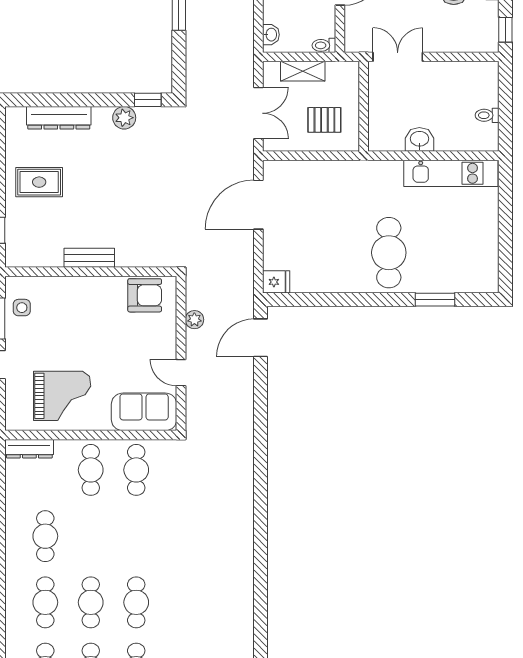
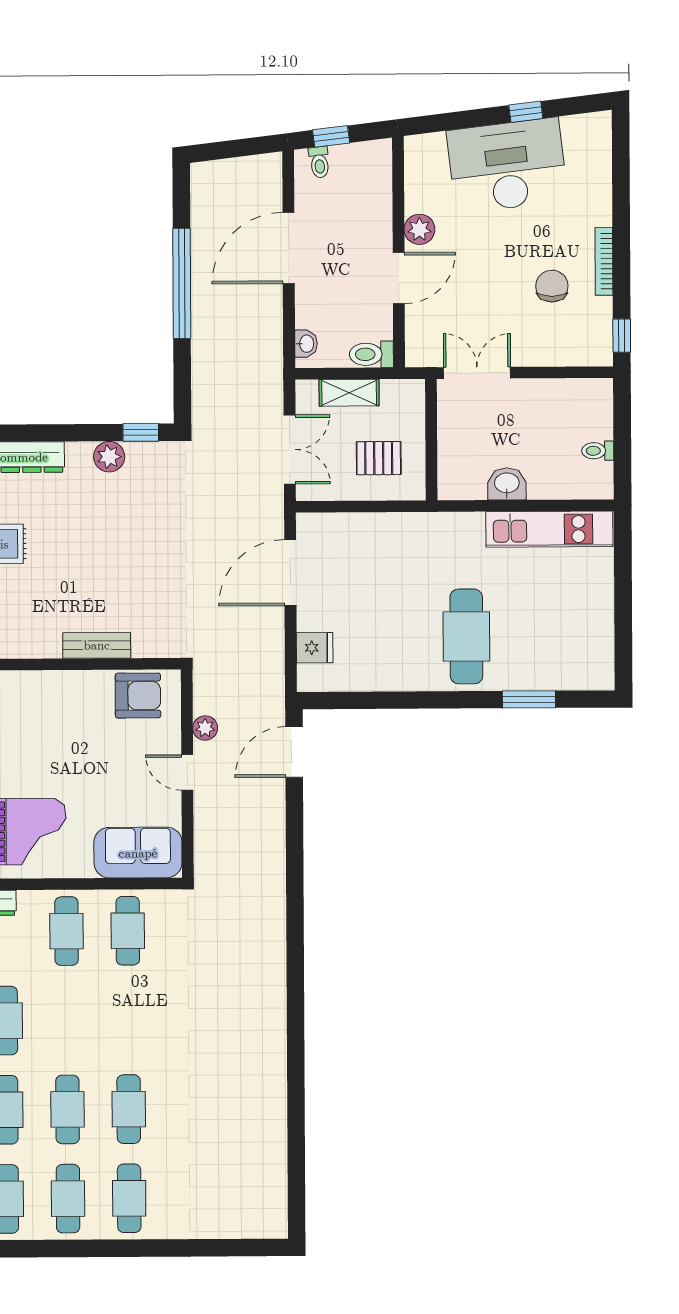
toilet: (324, 45) -> (371, 354), width x1.37, depth x1.39
bench: (89, 258) -> (97, 645), moved
fridge: (276, 282) -> (315, 648), moved
door: (181, 373) -> (187, 773), moved

